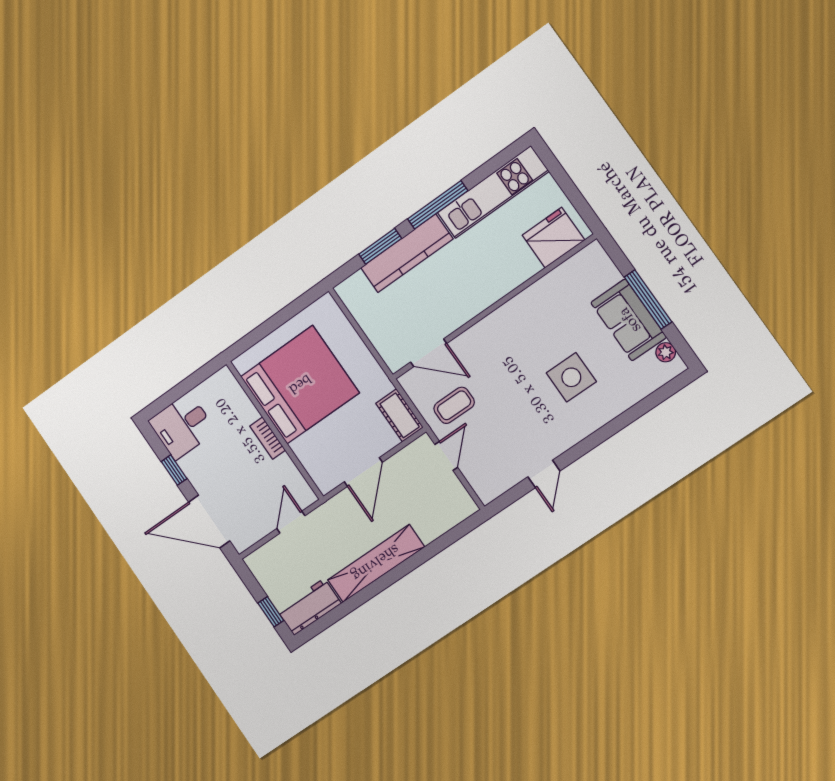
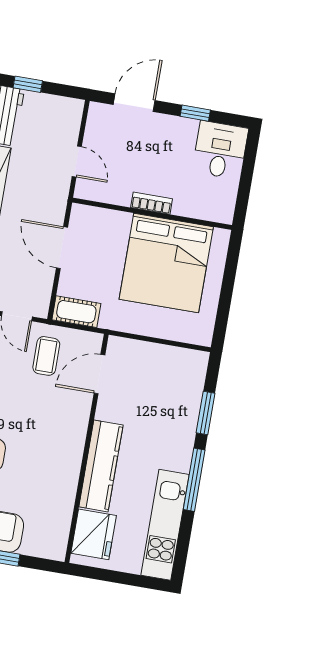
kitchen counter: (407, 253) -> (101, 466), moved, turned 180
door: (209, 521) -> (134, 103), width x0.73

